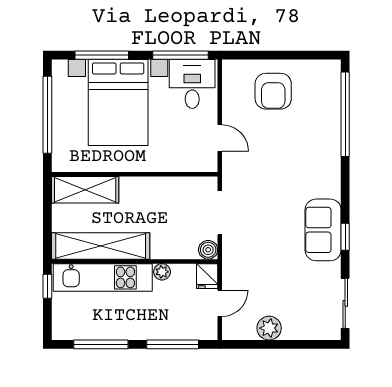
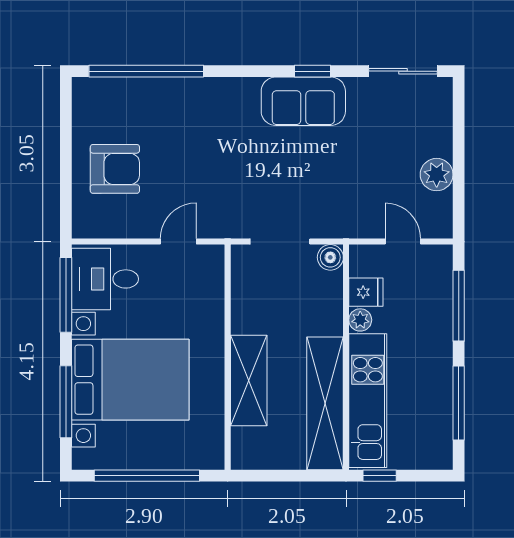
shelving: (85, 190) -> (249, 380), moved
fridge: (207, 276) -> (366, 292), moved

